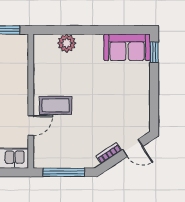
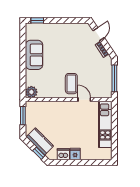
plant: (67, 43) -> (31, 92), moved
sofa: (127, 47) -> (34, 55), moved

